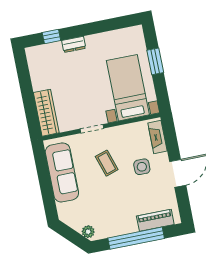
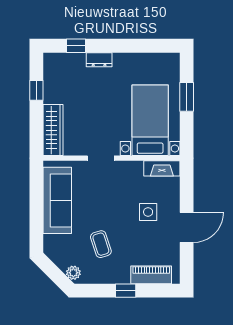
window: (25, 82) -> (36, 90), added
fireplace: (157, 137) -> (162, 168), moved, turned -90
coffee table: (107, 163) -> (101, 244), moved
window: (136, 238) -> (126, 291), width x0.32

